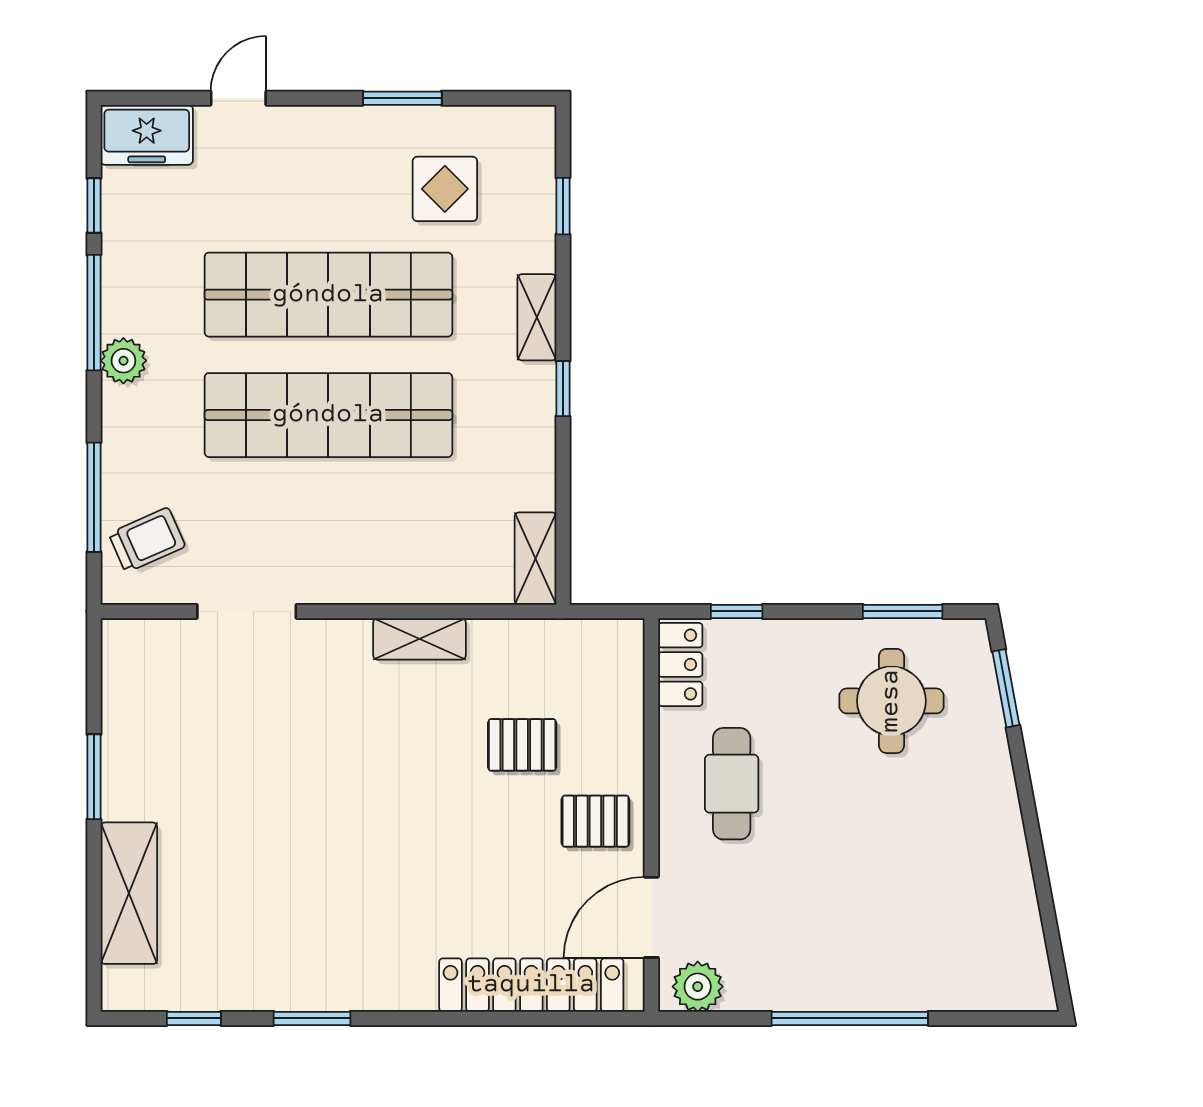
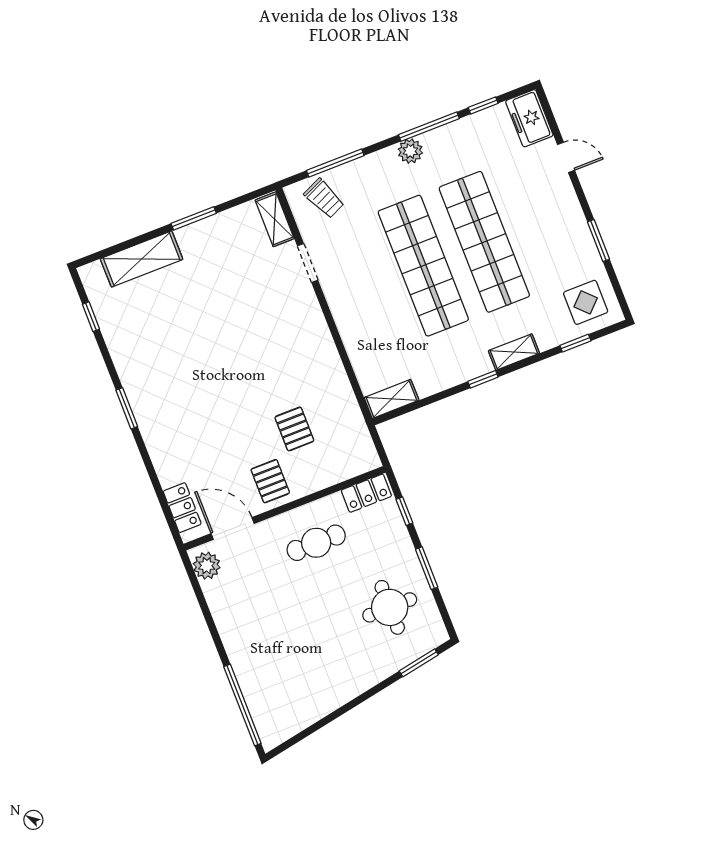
display table: (445, 189) -> (586, 302), moved
doorway: (247, 611) -> (308, 263), width x0.73
window: (903, 611) -> (427, 568), moved
shelving: (420, 639) -> (275, 219), moved
locker: (531, 985) -> (182, 508), width x0.46, depth x0.83
window: (312, 1018) -> (127, 408), moved
window: (850, 1018) -> (242, 705), moved

